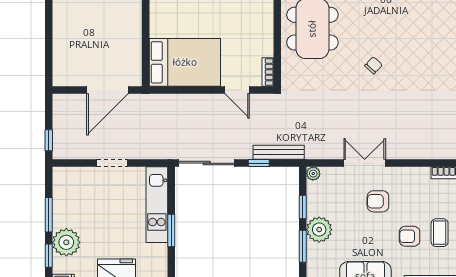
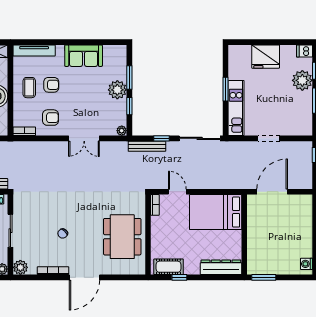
chair: (374, 65) -> (63, 233), moved
armchair: (378, 201) -> (50, 118), moved

